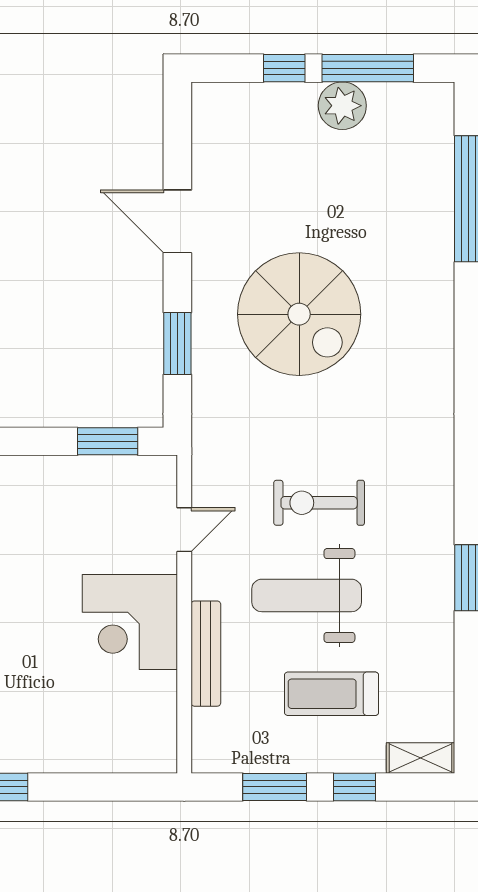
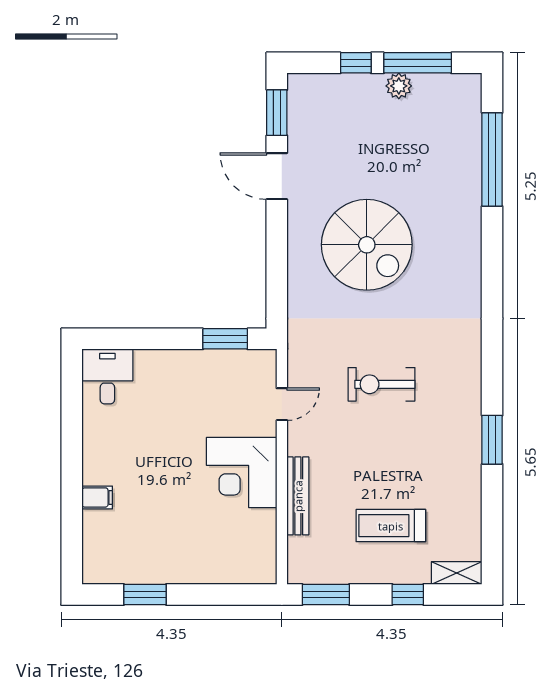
plant: (342, 106) -> (399, 86), width x0.73, depth x0.73
window: (177, 343) -> (277, 113), moved
weight bench: (307, 595) -> (372, 453), removed
window: (275, 787) -> (326, 595), moved

